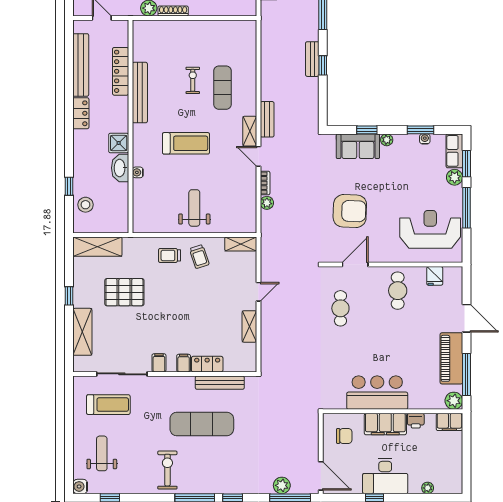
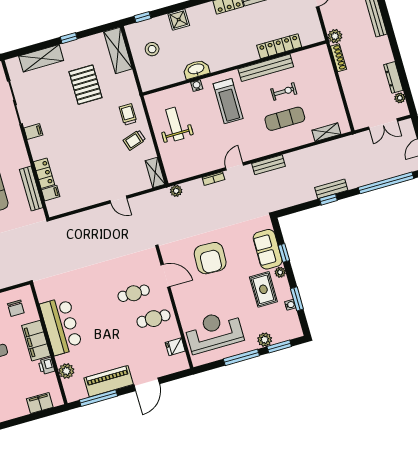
locker: (121, 71) -> (279, 46), moved
bench: (140, 93) -> (266, 68), moved
wall: (130, 126) -> (234, 68), moved
shelving: (250, 131) -> (326, 132), moved
shower: (119, 143) -> (179, 20), moved
row of seats: (454, 151) -> (287, 333), removed
rug: (400, 163) -> (263, 289), added
washbasin: (120, 168) -> (196, 69), moved
water cooler: (138, 172) -> (197, 86), moved
window: (69, 186) -> (143, 17), moved
plant: (267, 203) -> (176, 191), moved
stool: (85, 205) -> (152, 49), moved
weight bench: (194, 208) -> (175, 124), turned -90
reception desk: (430, 229) -> (214, 332), turned -90
cafe table: (340, 308) -> (134, 293), moved
shelving: (249, 326) -> (87, 200), removed
filing cabinet: (184, 363) -> (51, 193), moved
plant: (454, 401) -> (66, 371), moved
filing cabinet: (449, 422) -> (40, 403), moved, turned 90

